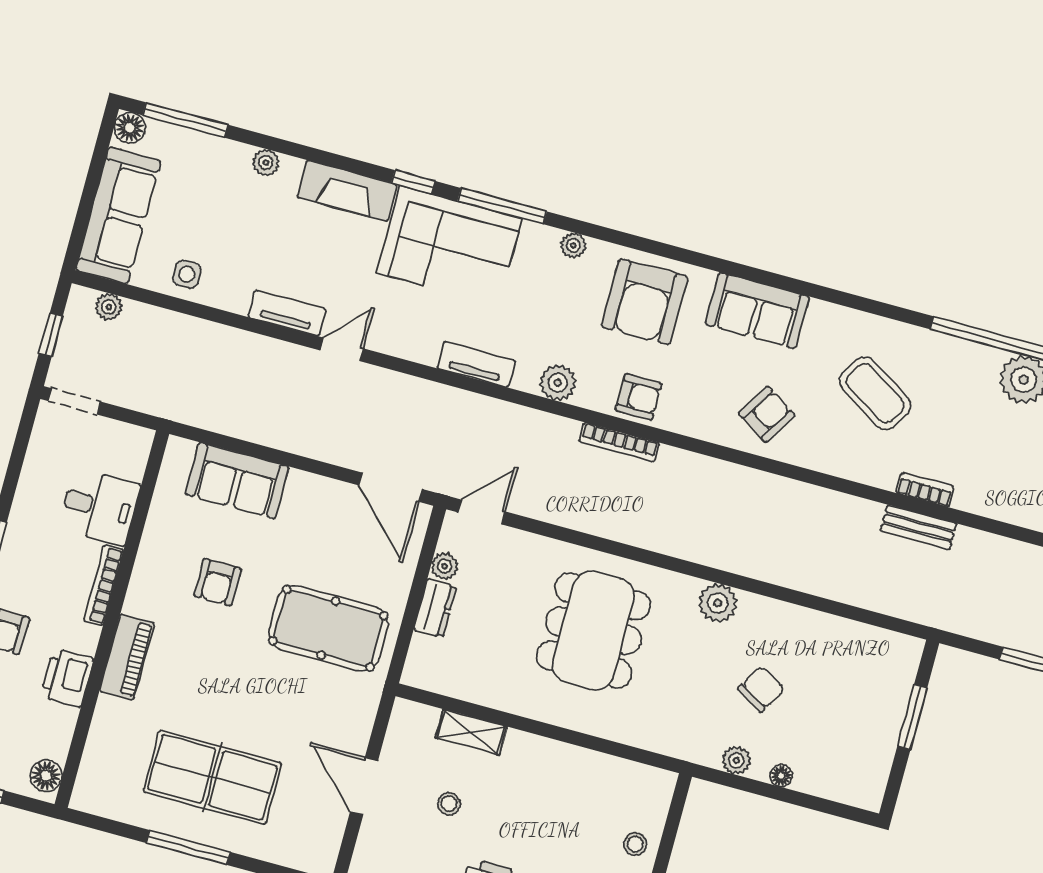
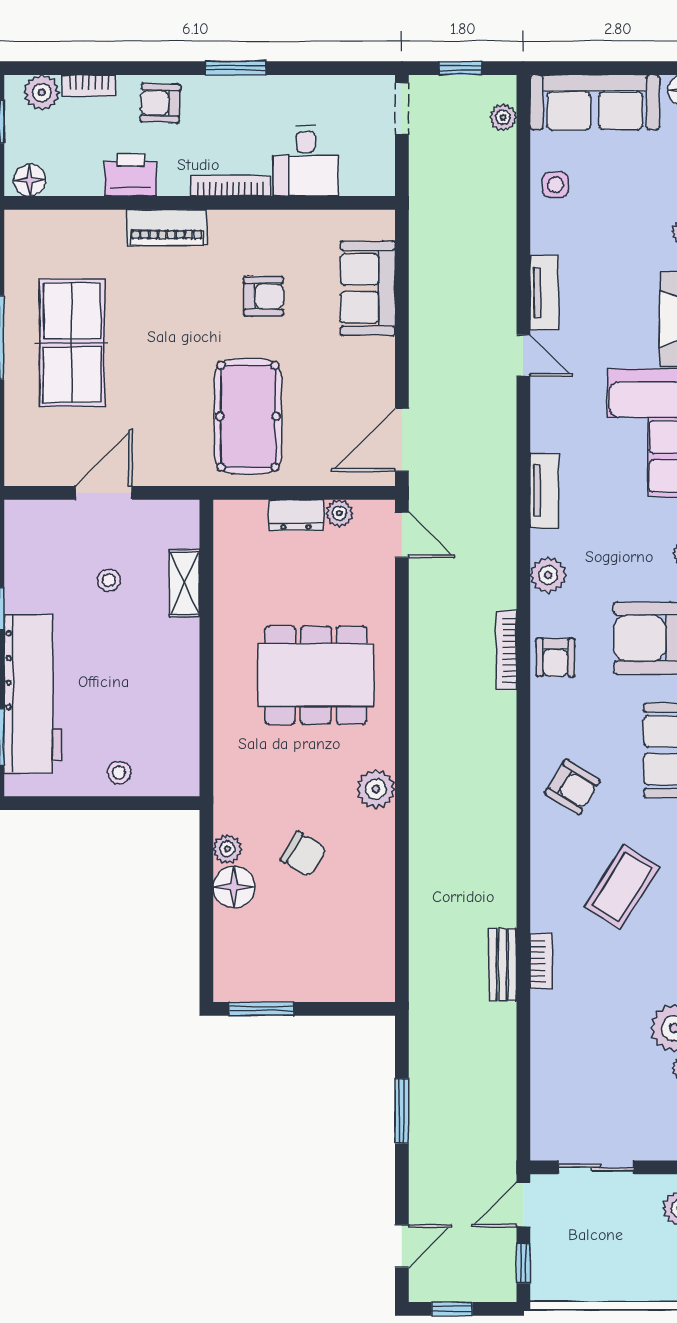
armchair: (218, 582) -> (263, 296), turned 180
window: (912, 717) -> (261, 1009), moved
floor lamp: (781, 776) -> (234, 887), width x1.89, depth x1.89

